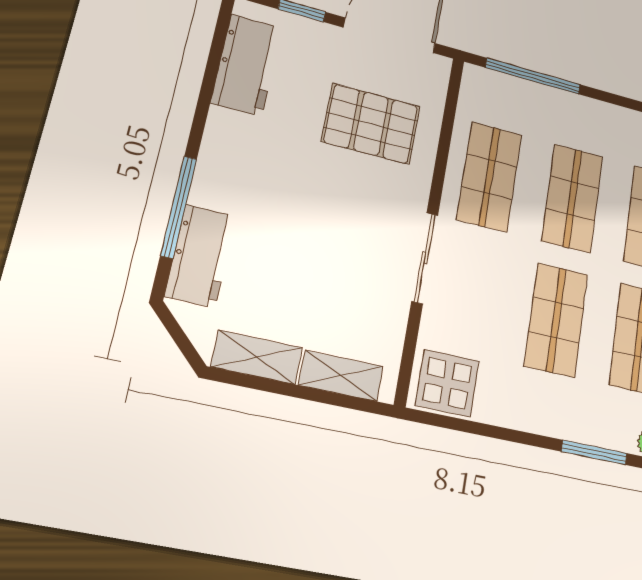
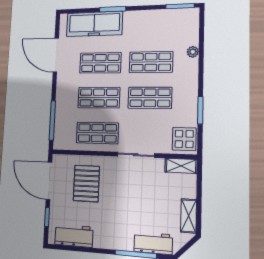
shelving: (341, 376) -> (181, 166), moved, turned 90
window: (594, 452) -> (200, 110), moved

